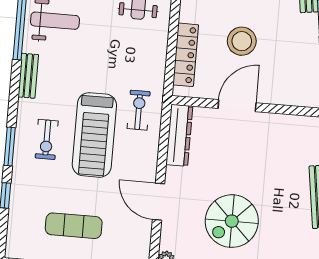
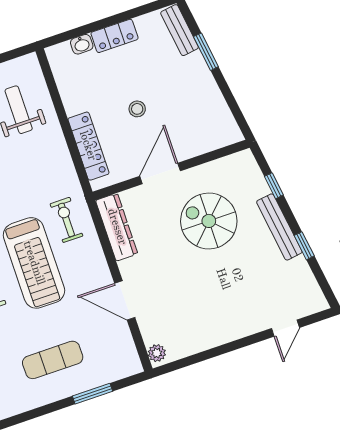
stool: (242, 41) -> (137, 109), width x0.53, depth x0.53
spiral stairs: (232, 221) -> (209, 221), moved, turned 90

